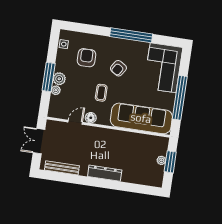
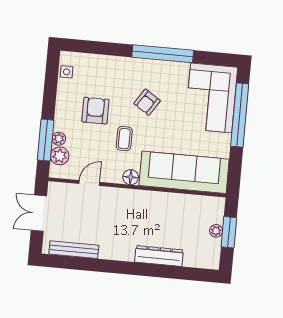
armchair: (86, 58) -> (95, 111), moved
window: (49, 77) -> (46, 140), moved
plant: (59, 79) -> (60, 156), moved
window: (180, 98) -> (240, 115), moved
floor lamp: (91, 118) -> (131, 177), moved
dresser: (105, 173) -> (159, 256), moved

